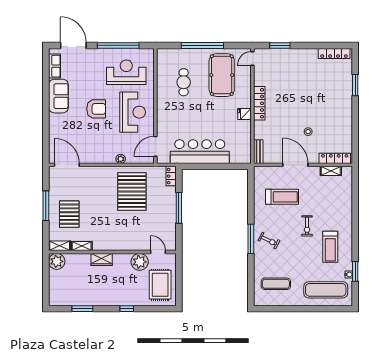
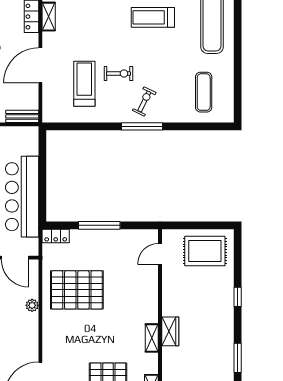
exercise bike: (307, 226) -> (119, 73), moved
shelving: (82, 246) -> (152, 338), moved
treadmill: (330, 247) -> (153, 17), turned 180
plant: (140, 262) -> (174, 279), removed

